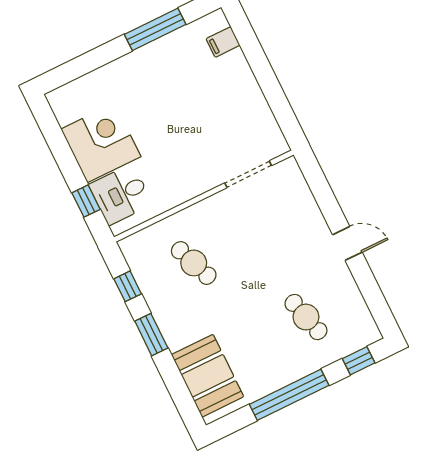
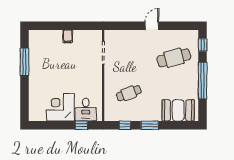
filing cabinet: (223, 42) -> (68, 36), moved
cafe table: (306, 317) -> (174, 58), width x1.37, depth x1.35

